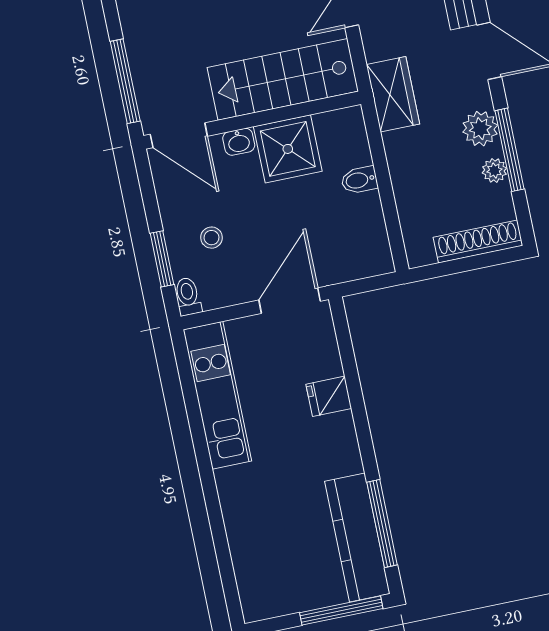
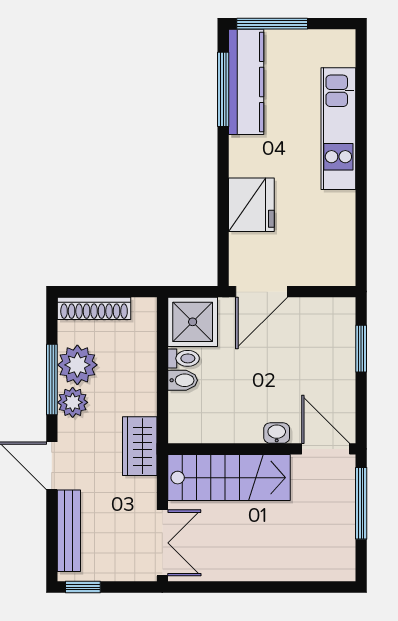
shower: (288, 149) -> (193, 322), moved
plant: (494, 171) -> (77, 365), width x1.87, depth x1.87
stool: (211, 238) -> (316, 358), removed
toilet: (188, 296) -> (183, 358), moved, turned -90
kitchen unit: (217, 395) -> (338, 129), moved
fridge: (329, 396) -> (251, 205), width x1.88, depth x1.34

